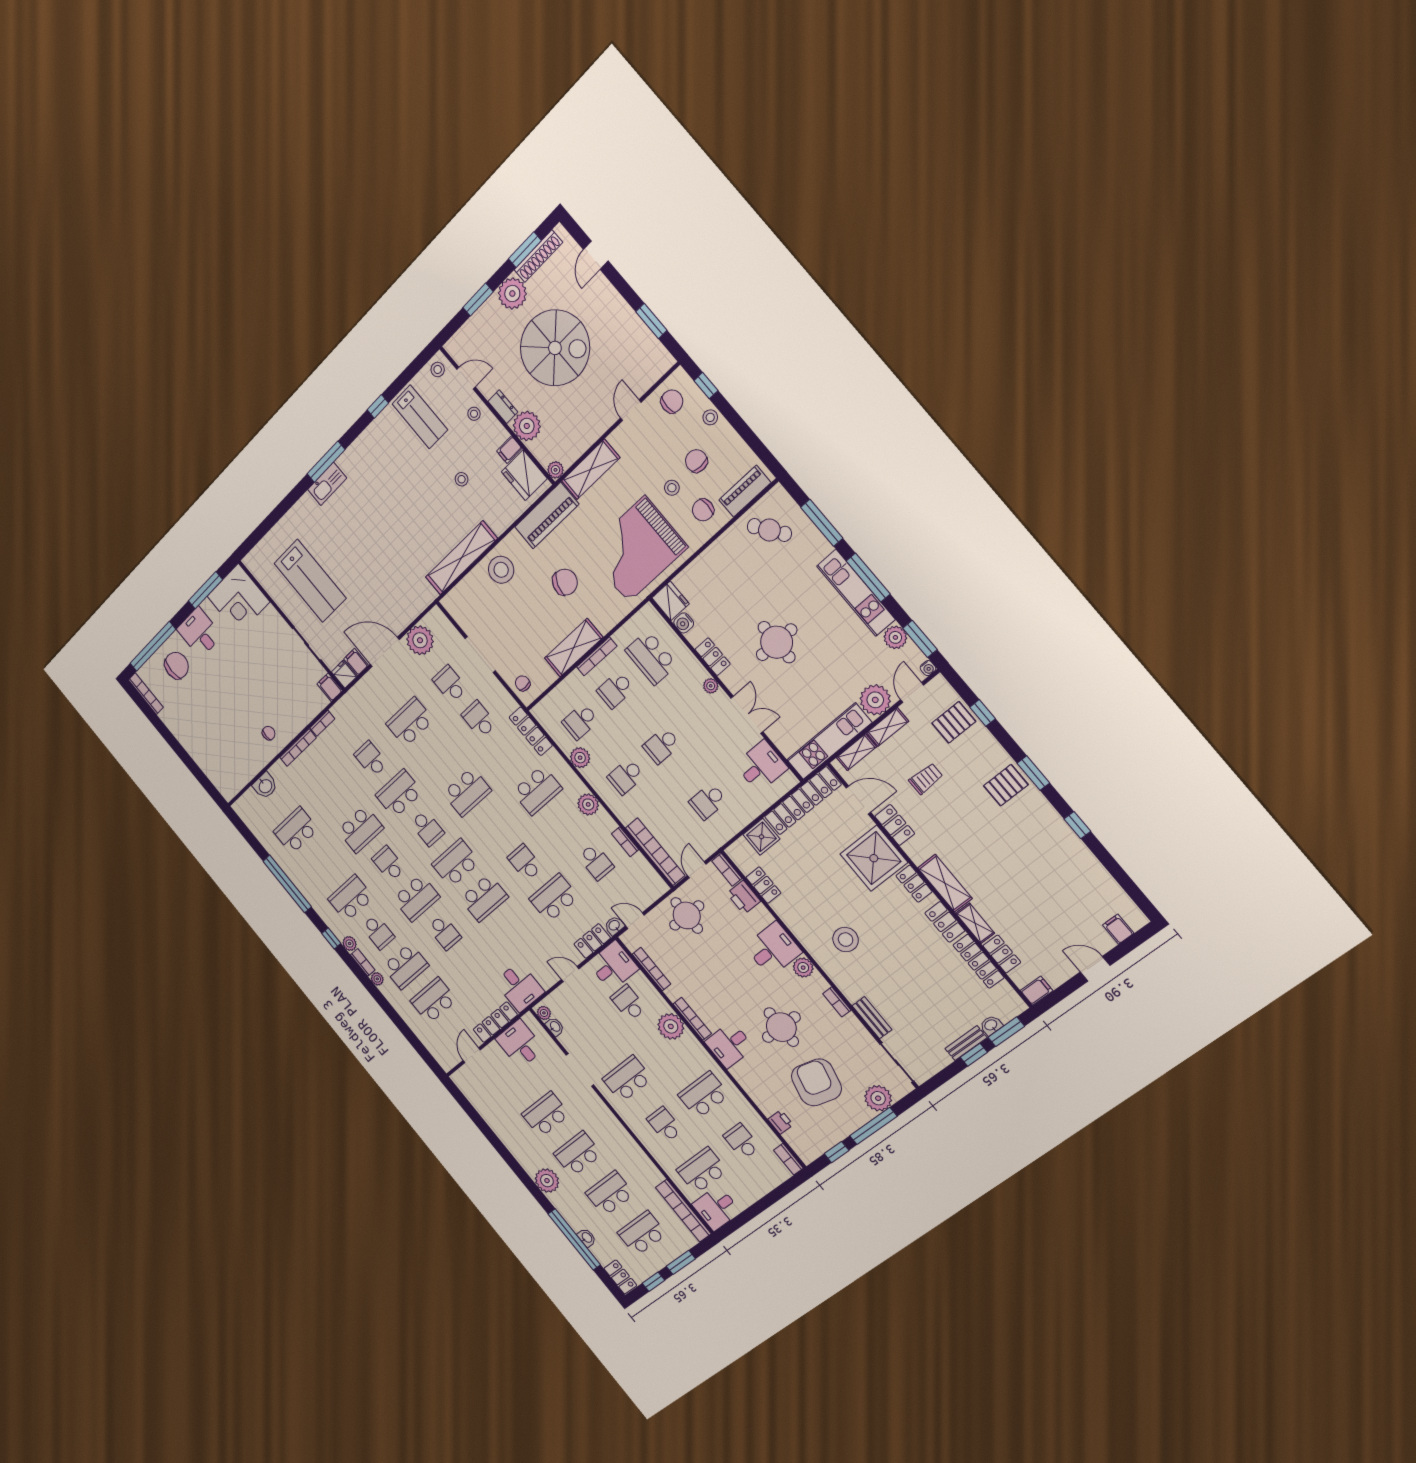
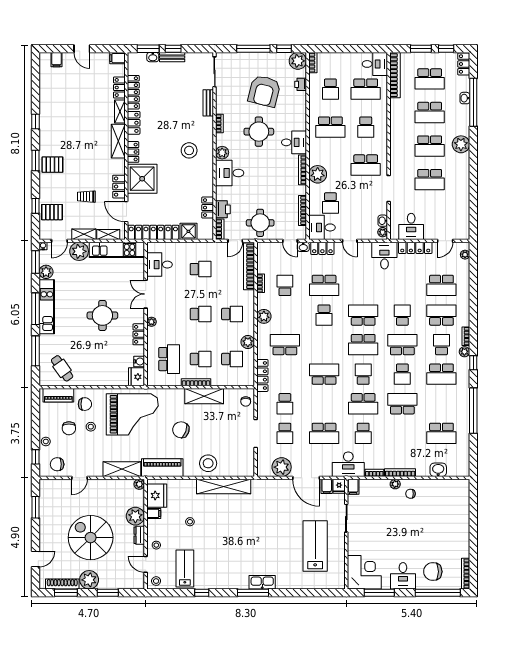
desk: (356, 709) -> (348, 464), added
plant: (292, 730) -> (395, 484), added
plant: (377, 979) -> (465, 255), moved
plant: (878, 1098) -> (298, 61), moved

